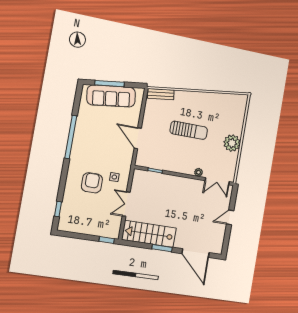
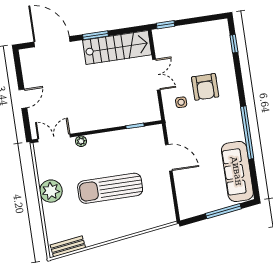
bench: (161, 94) -> (68, 246), moved
sofa: (111, 96) -> (237, 171), moved, turned -82
sun lounger: (189, 130) -> (110, 188), width x1.36, depth x1.34

